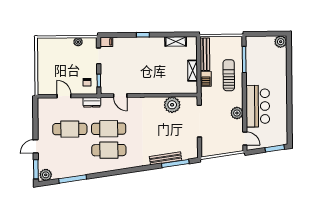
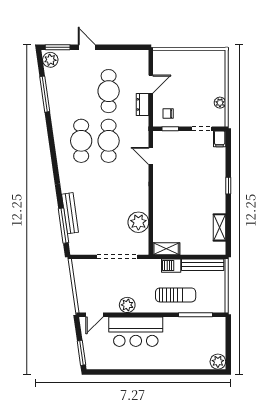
shelving: (193, 71) -> (166, 249), moved
door: (120, 96) -> (151, 156), hinge flipped
dresser: (92, 102) -> (143, 104), moved

